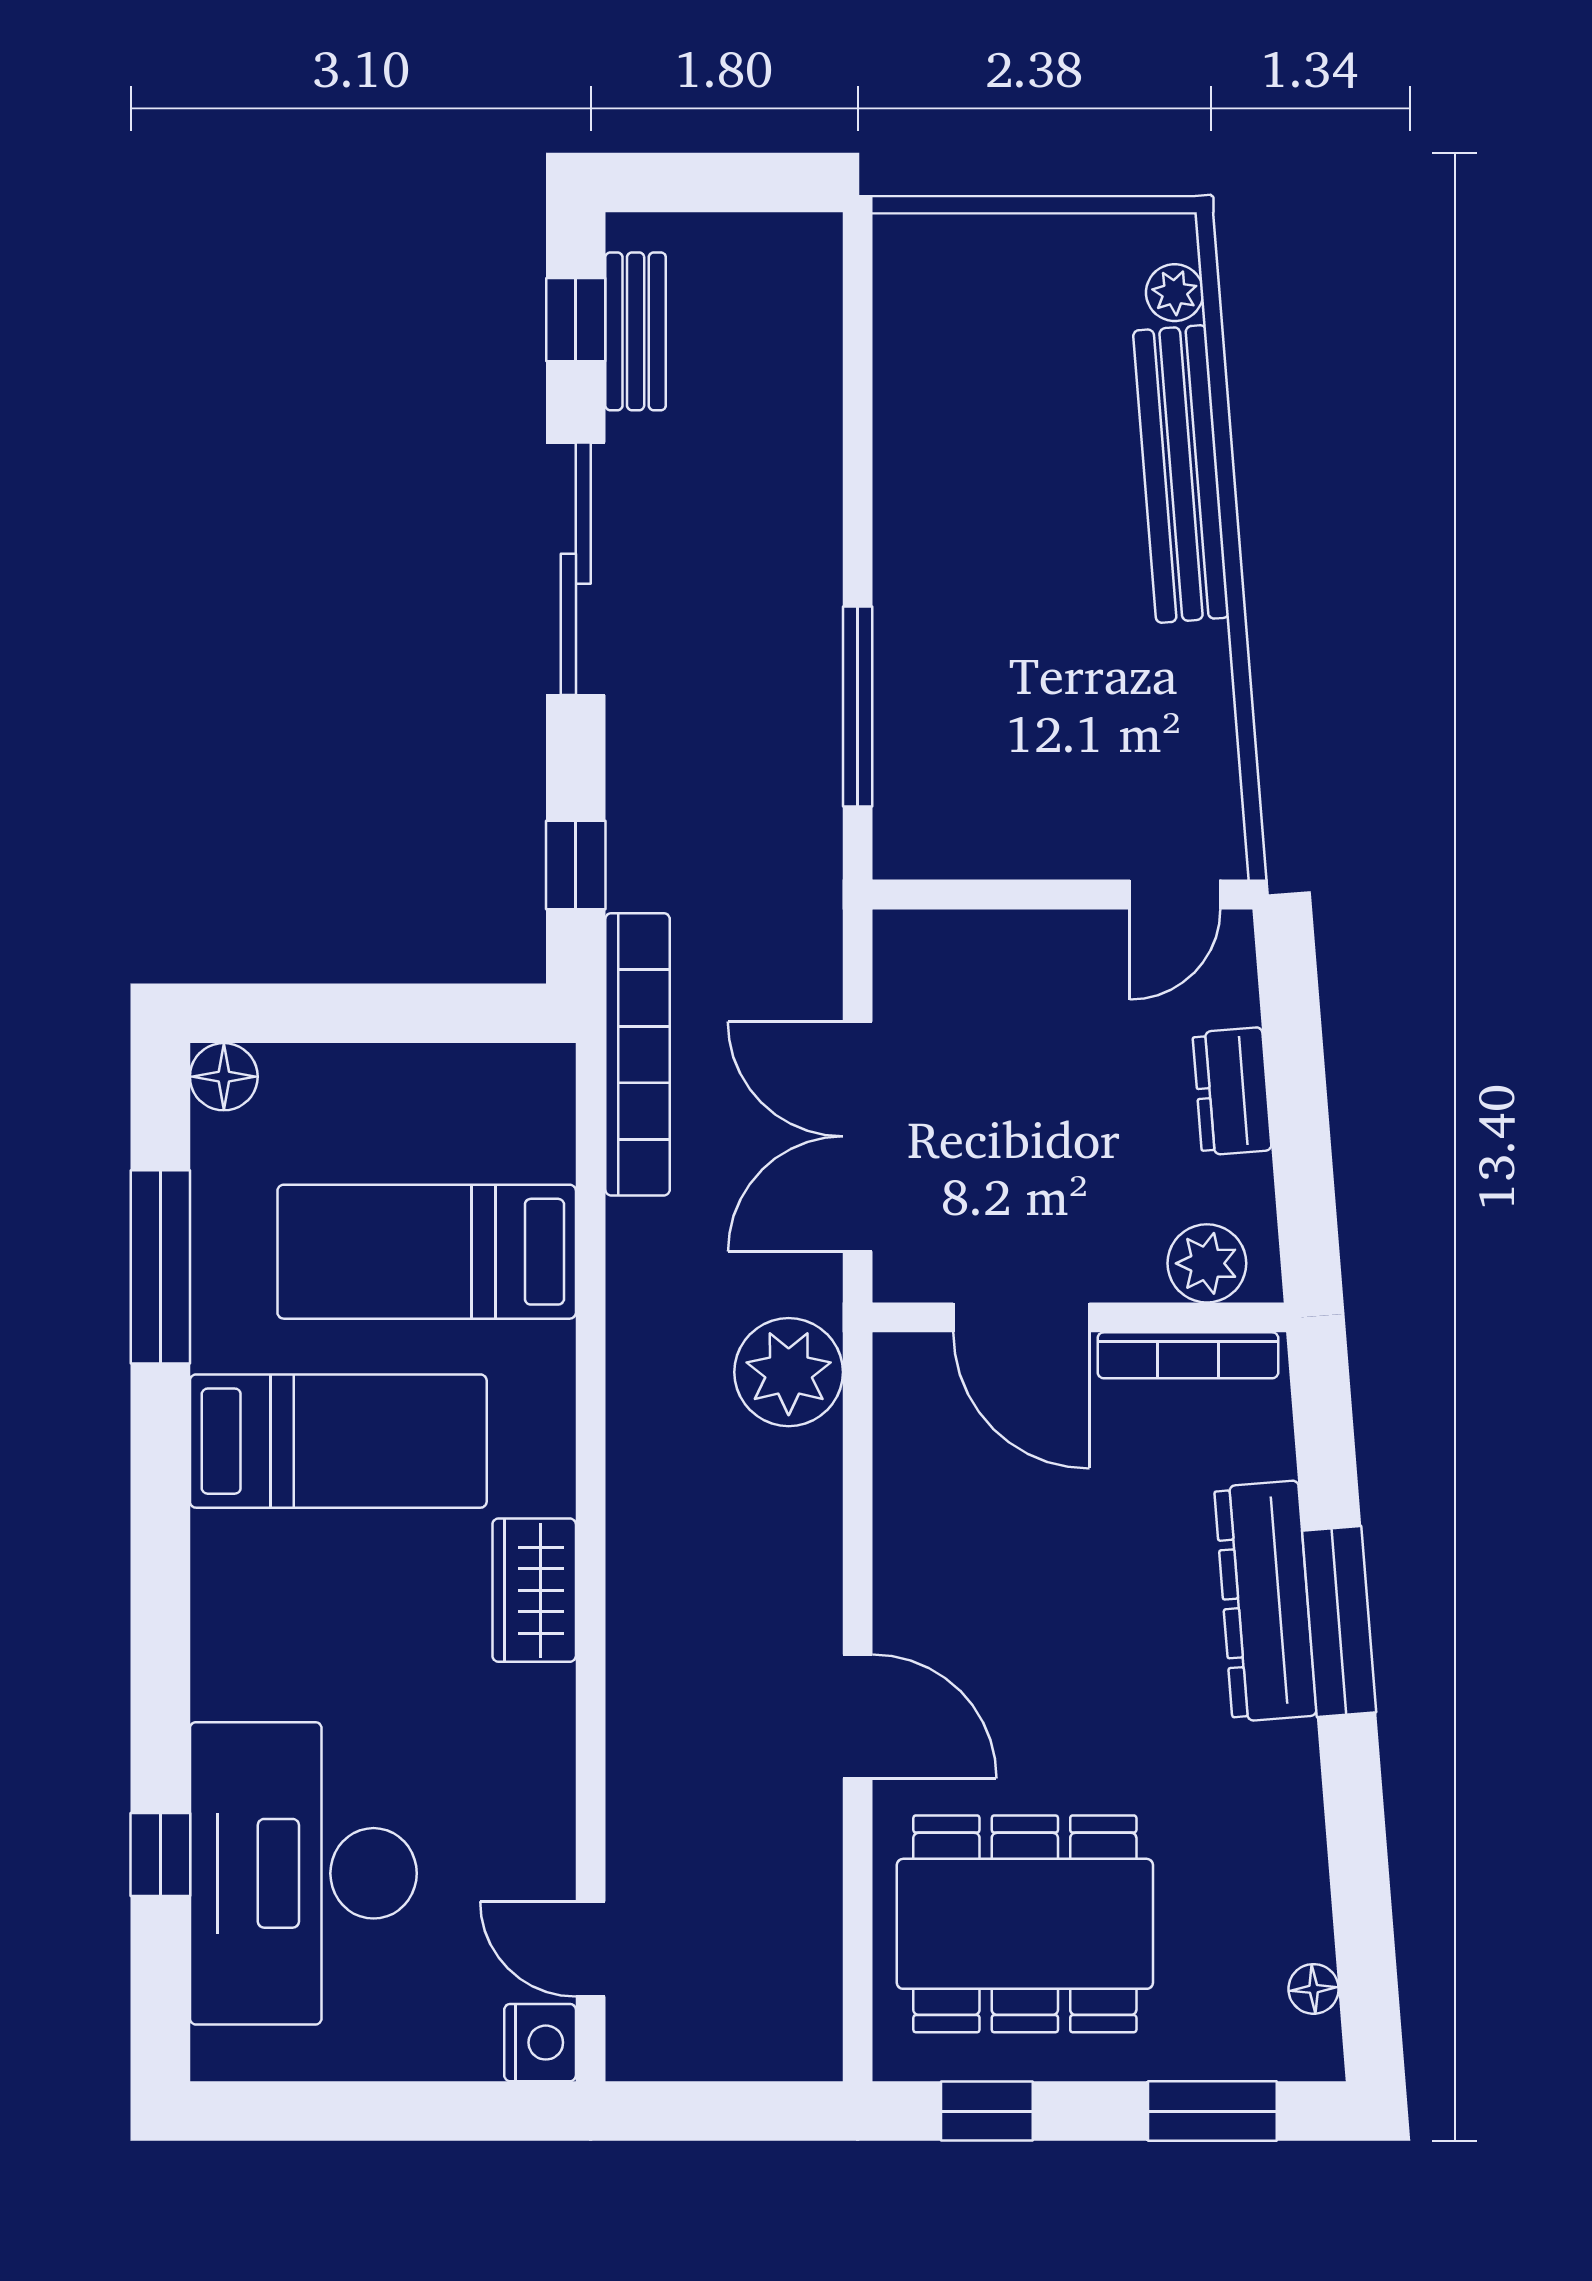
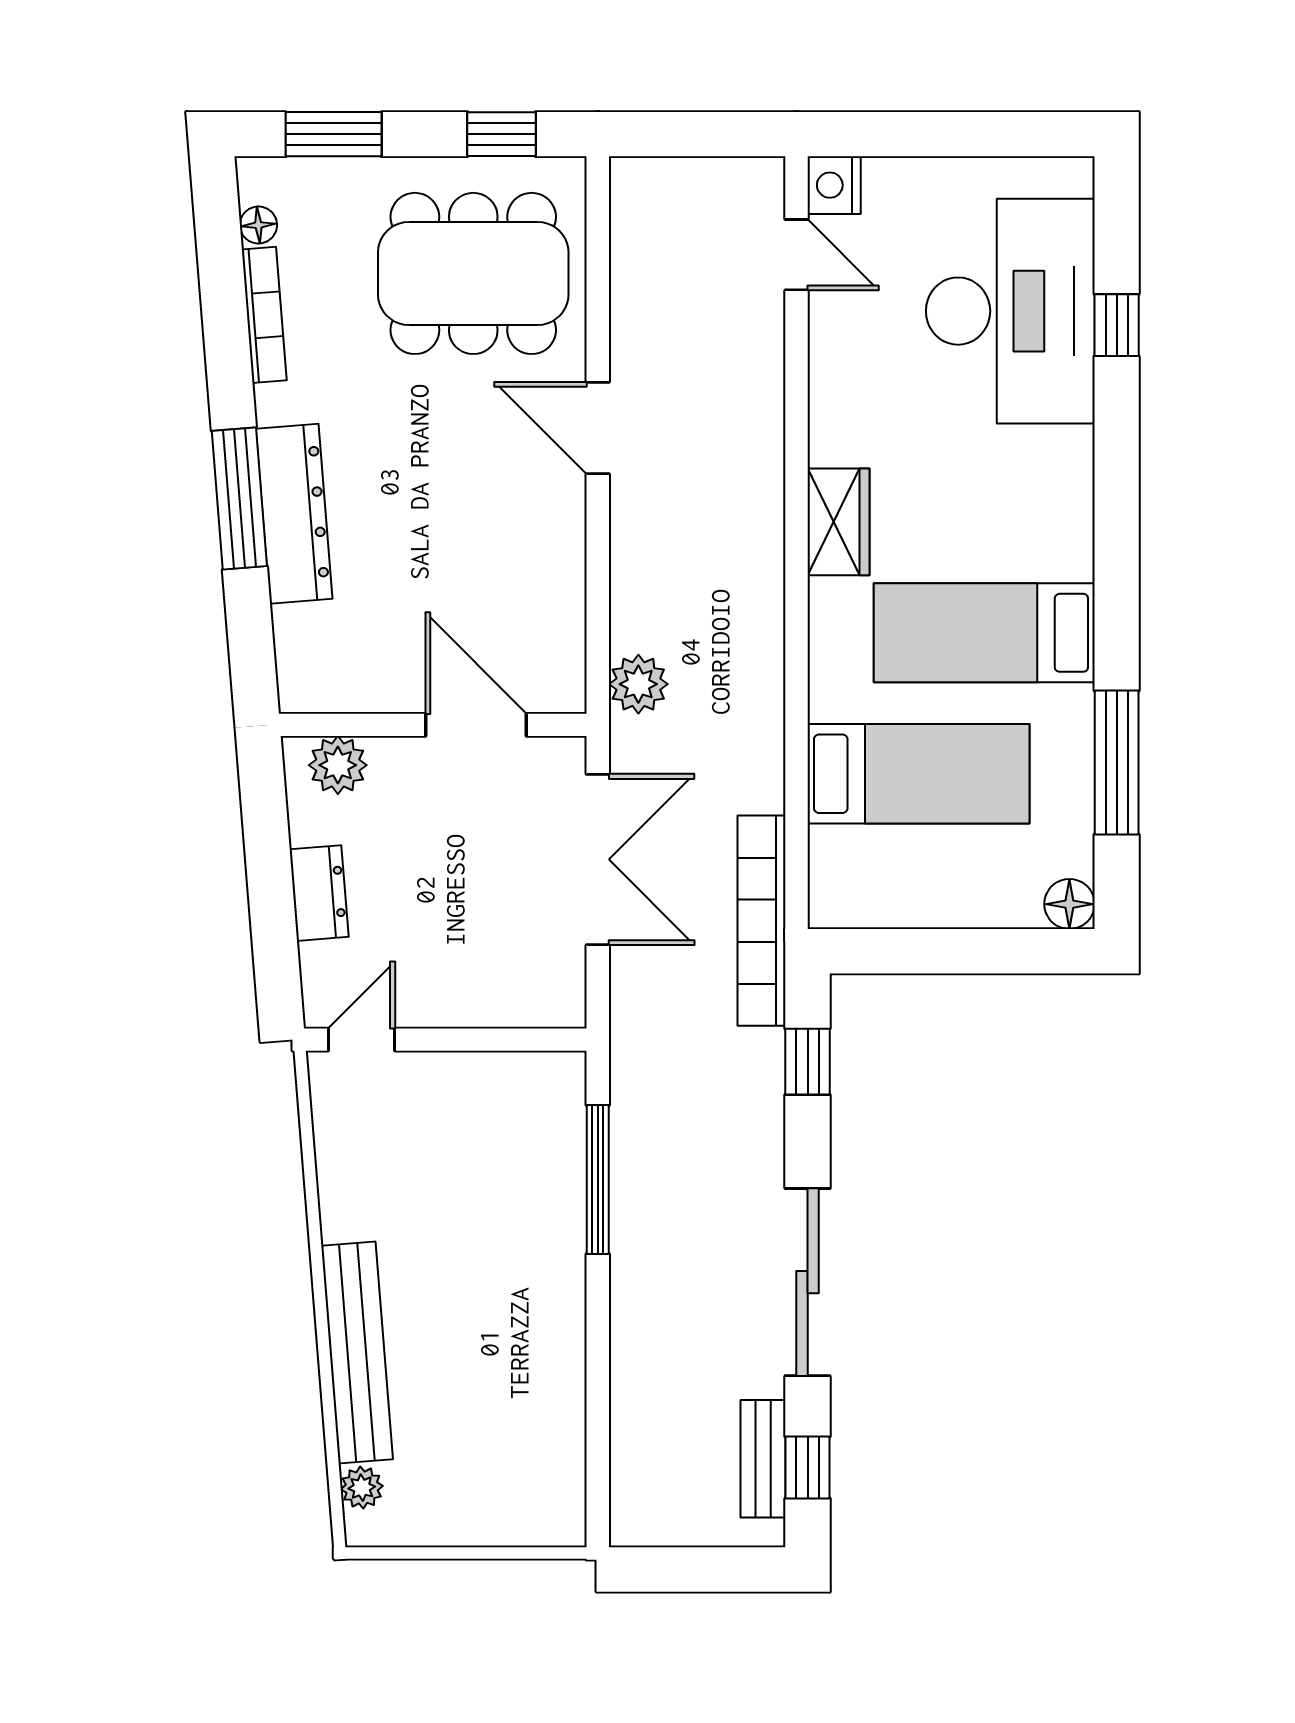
bookcase: (1188, 1355) -> (264, 315), moved, turned 85
plant: (789, 1372) -> (638, 684), width x0.73, depth x0.73

